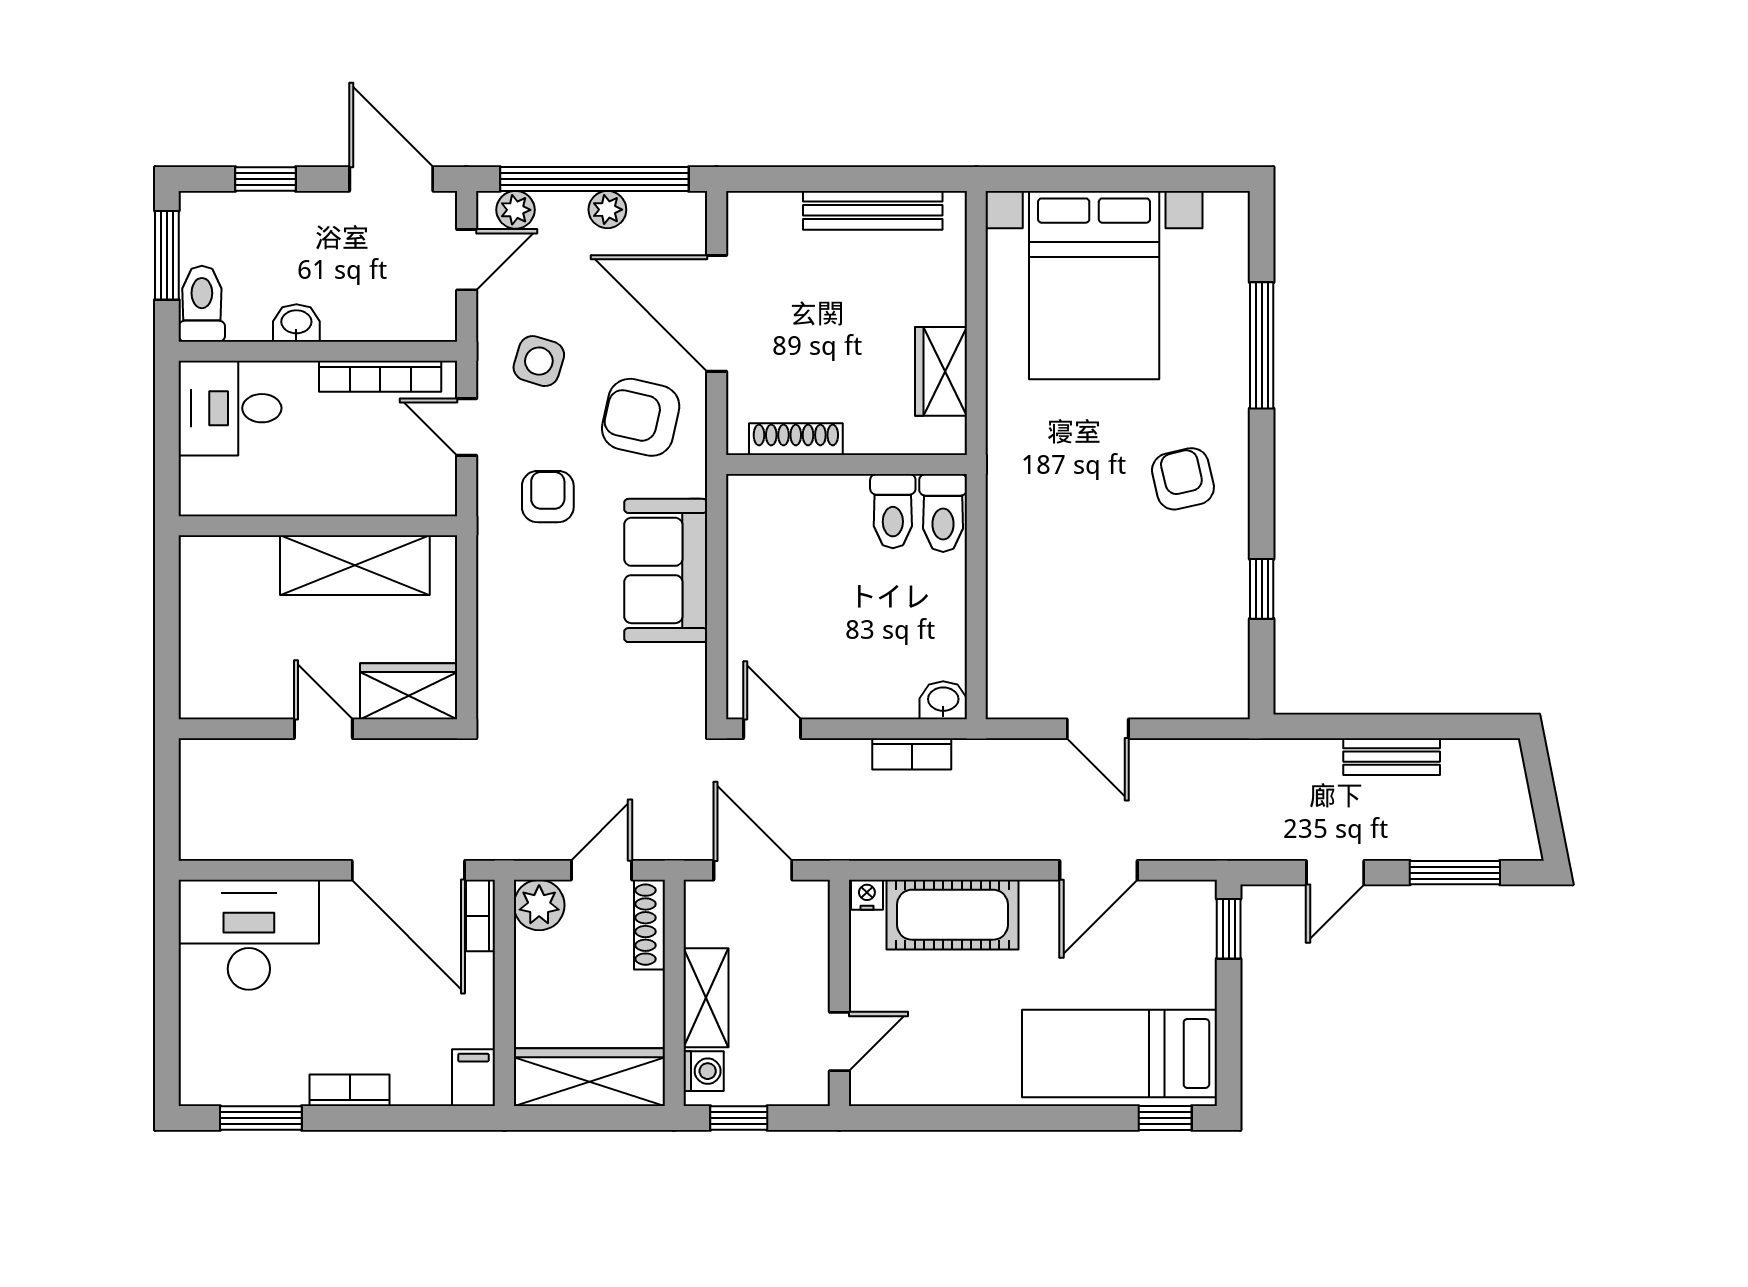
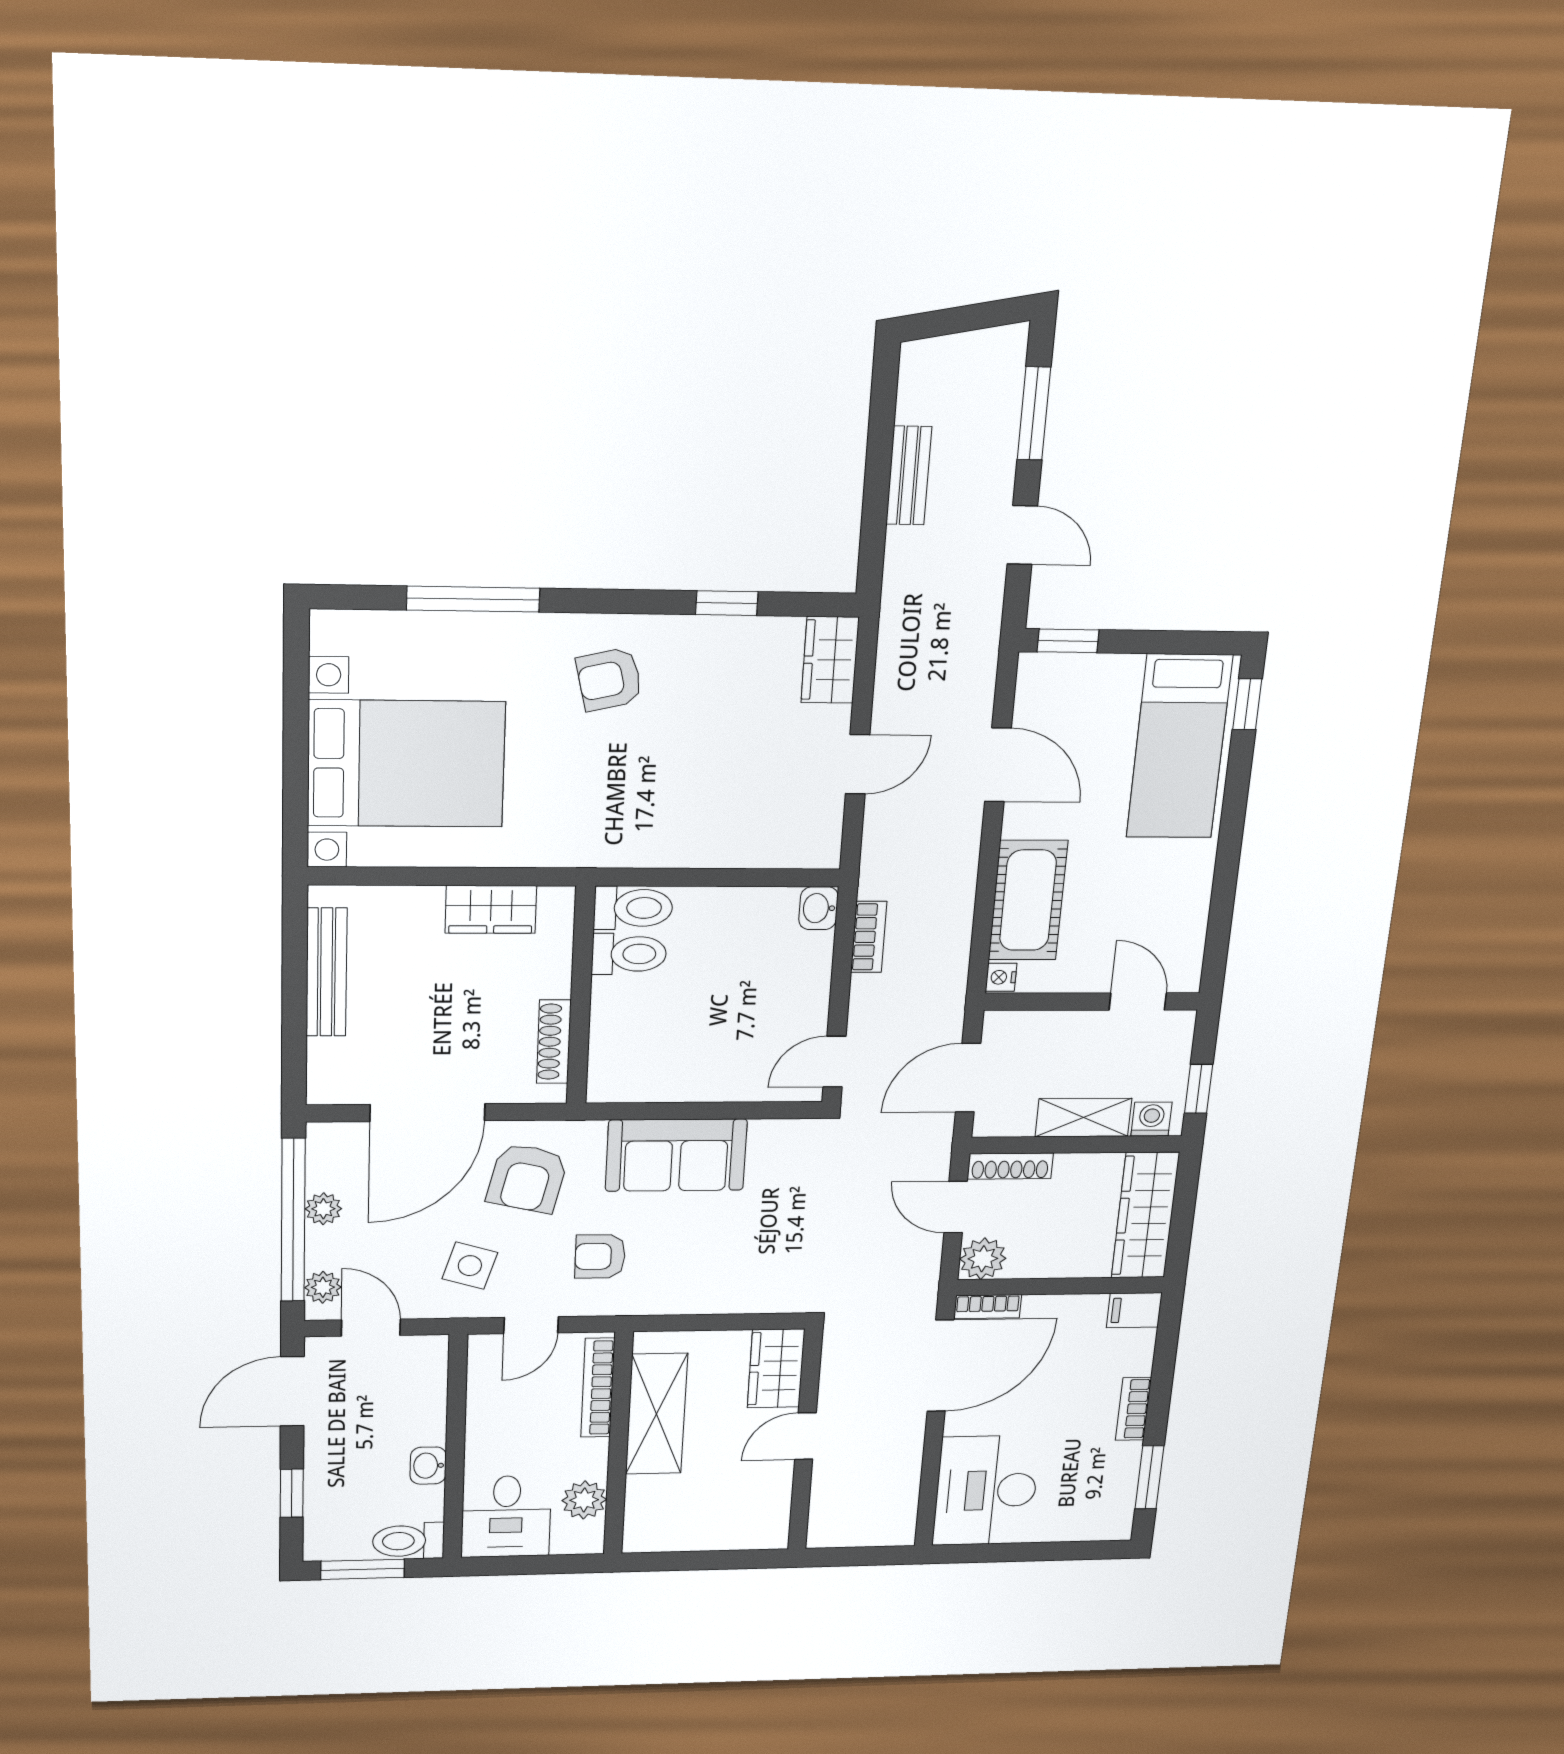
bookcase: (380, 376) -> (598, 1388), moved, turned 180
plant: (249, 492) -> (584, 1500), added
wardrobe: (1206, 694) -> (830, 660), added

